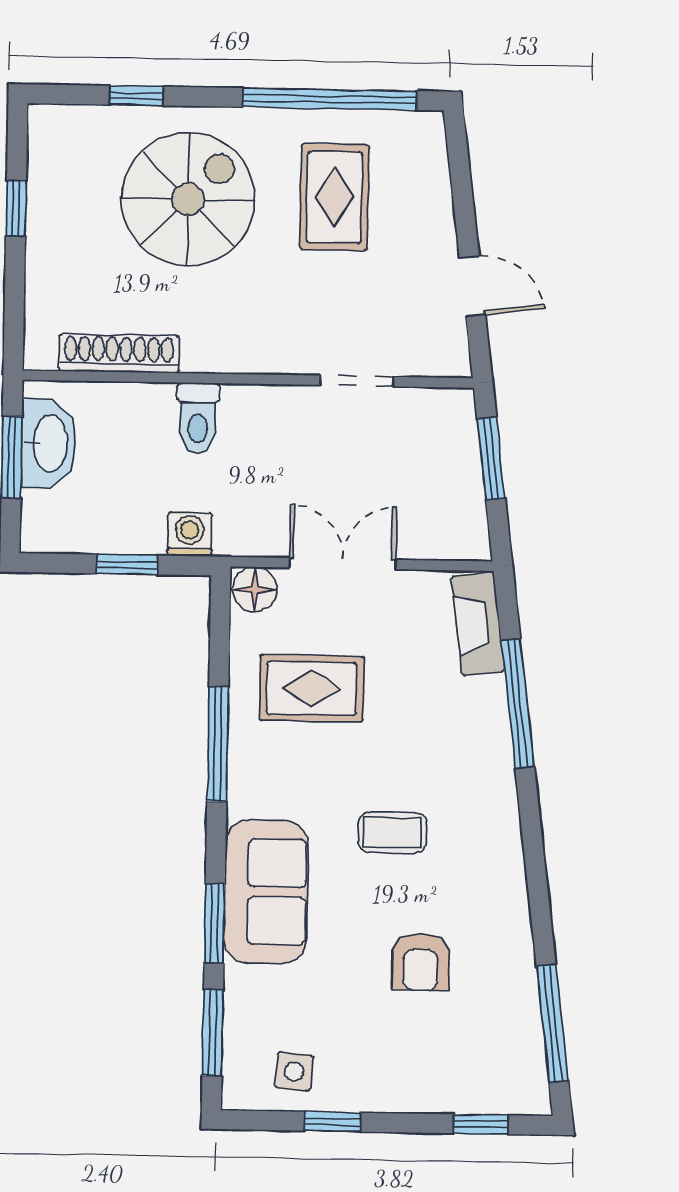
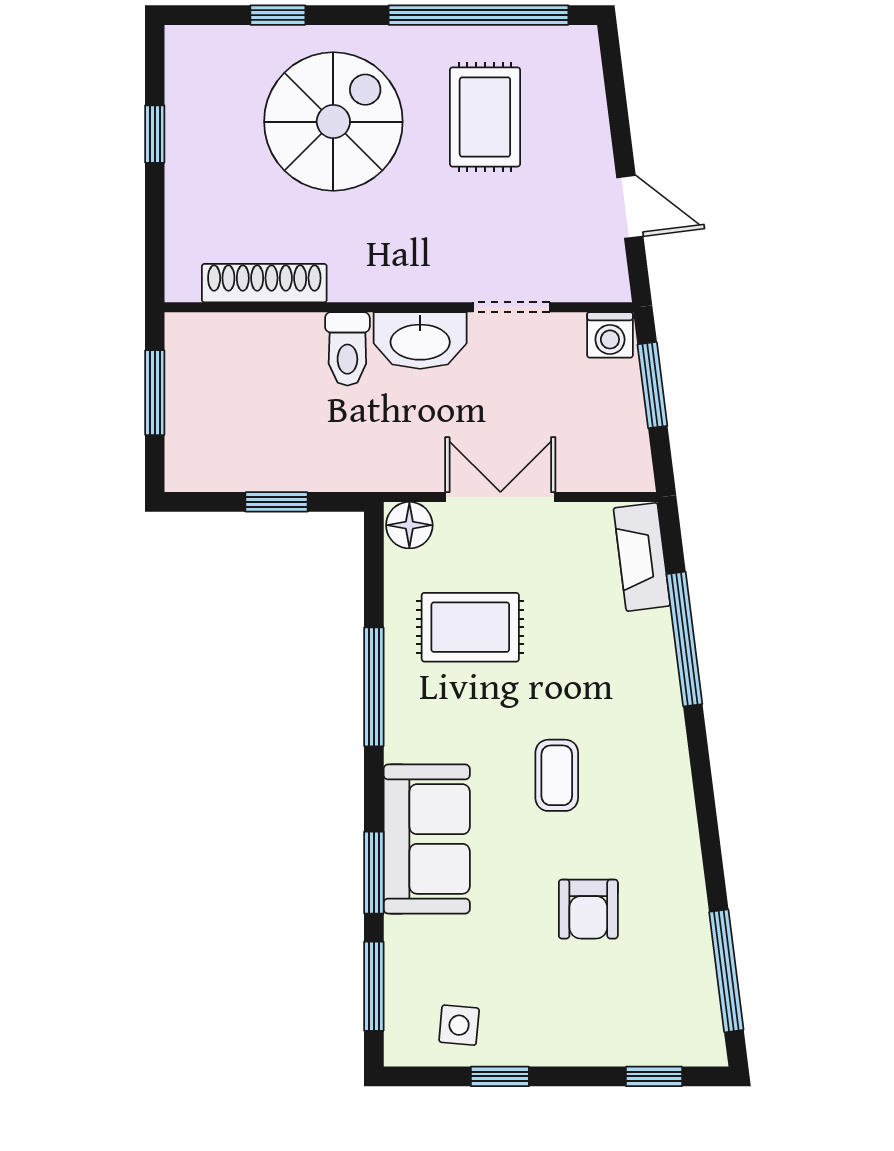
washbasin: (49, 444) -> (420, 340), moved, turned 90
washing machine: (190, 534) -> (610, 335), moved, turned 180
coffee table: (392, 833) -> (557, 775), turned 90

